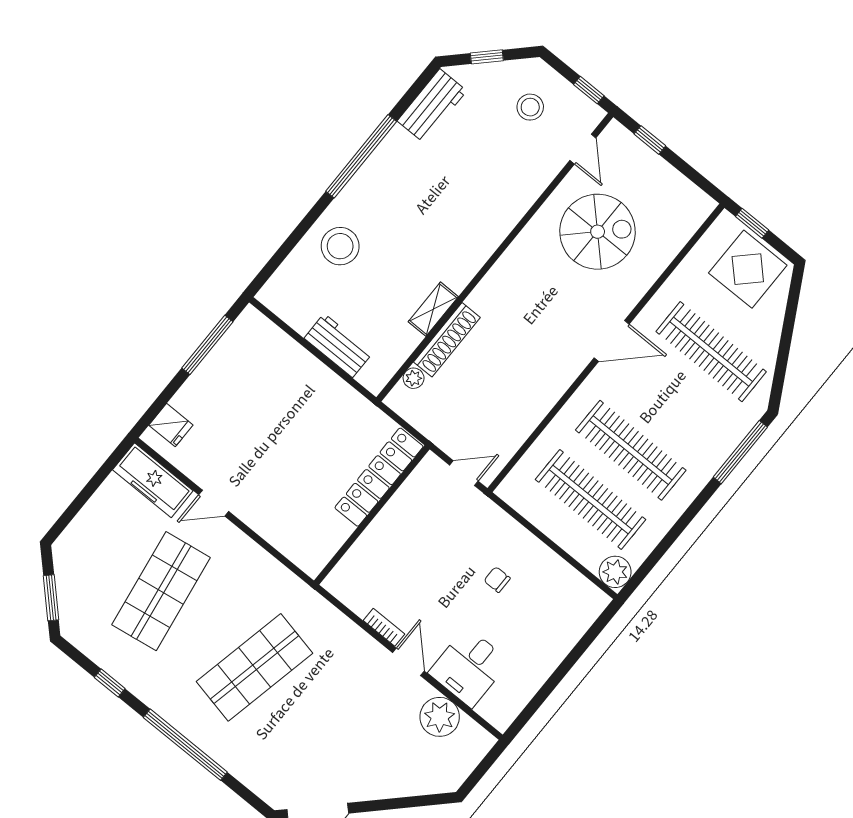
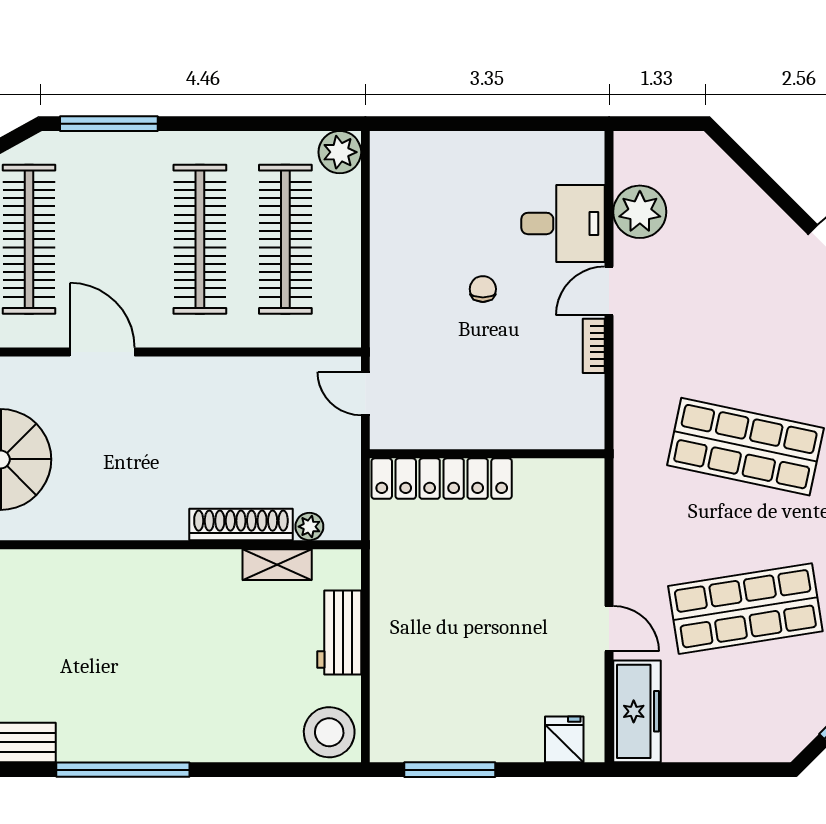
stool: (340, 246) -> (329, 732), moved
shelving: (433, 309) -> (277, 565), moved
chair: (497, 580) -> (483, 289), moved, turned 180

